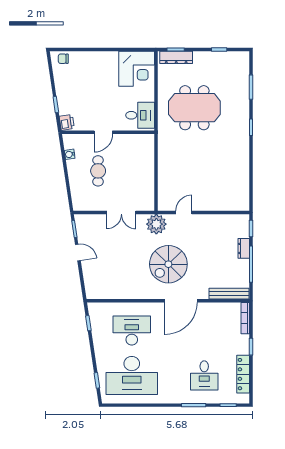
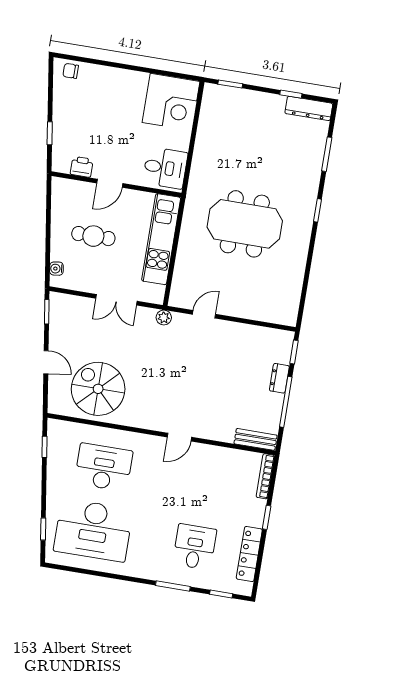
dresser: (176, 57) -> (309, 108), moved
meeting table: (194, 108) -> (245, 224), moved
printer: (67, 122) -> (82, 167), moved, turned -82
water cooler: (70, 154) -> (56, 269), moved
kitchen unit: (146, 165) -> (161, 239), added
cafe table: (98, 171) -> (93, 236), turned 90
plant: (156, 224) -> (164, 318), width x0.53, depth x0.53
door: (78, 252) -> (46, 362), moved
spiral stairs: (168, 264) -> (98, 389), moved, turned 90
bench: (229, 294) -> (256, 439), width x0.73
door: (181, 301) -> (179, 437), width x0.53
desk: (204, 375) -> (195, 547), turned 180

